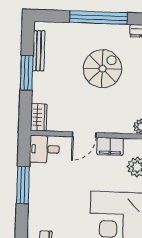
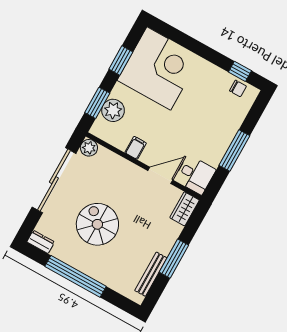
spiral stairs: (102, 69) -> (97, 224), turned 90
door: (84, 135) -> (160, 175), moved
filing cabinet: (110, 146) -> (136, 148), width x0.50

